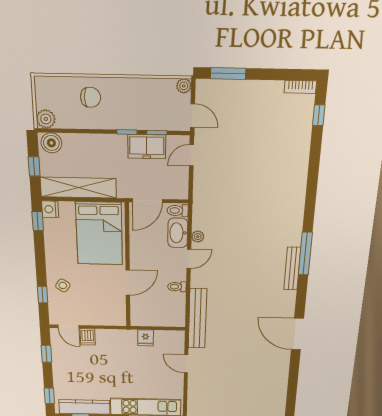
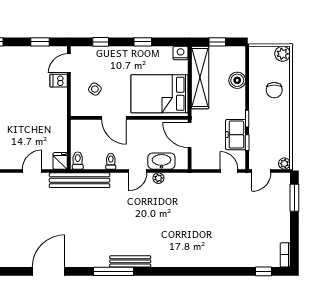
plant: (46, 119) -> (282, 54), moved
boiler: (51, 143) -> (237, 80), moved
toilet: (178, 211) -> (78, 161), moved
window: (38, 221) -> (143, 42), moved
window: (305, 254) -> (114, 271), moved
door: (189, 259) -> (138, 171), hinge flipped
side table: (63, 285) -> (95, 89), moved
door: (297, 334) -> (49, 271), moved
fridge: (146, 338) -> (60, 161), moved, turned 90

